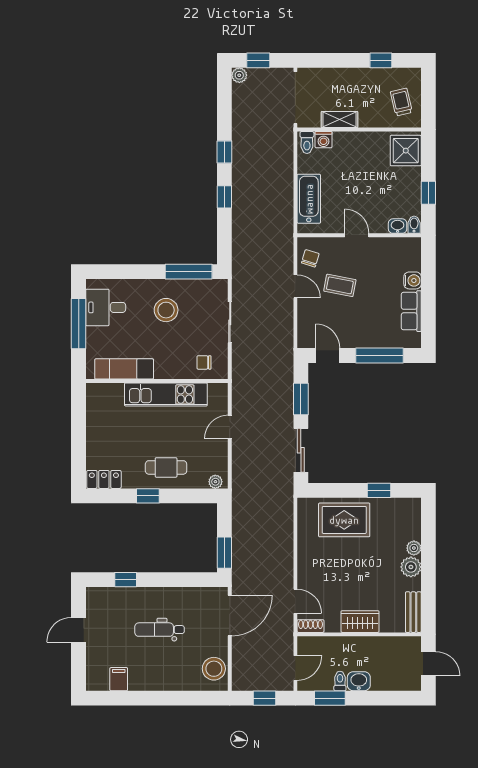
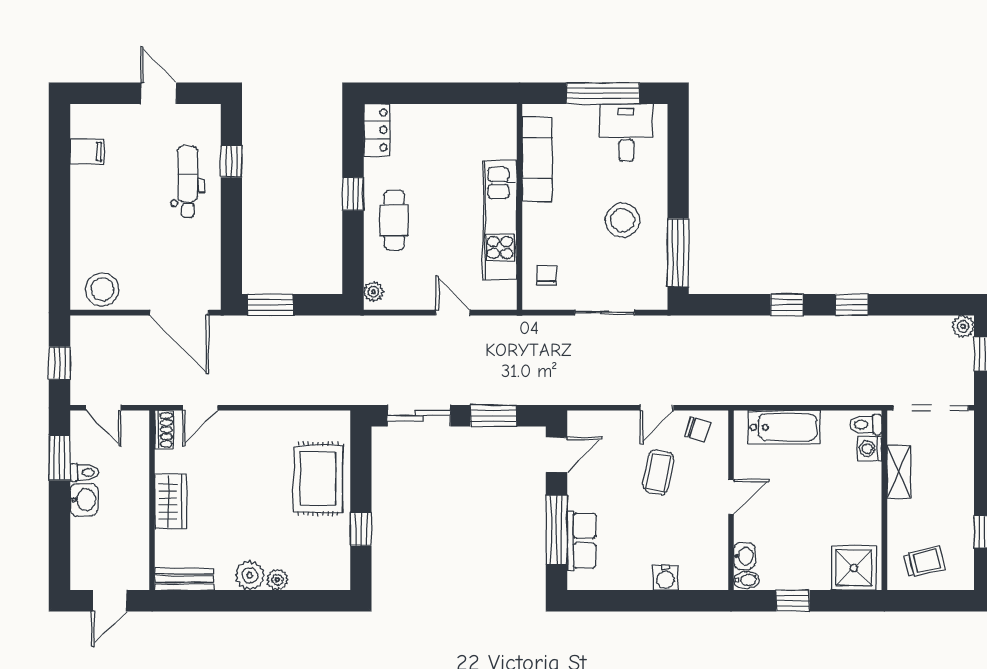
row of seats: (411, 311) -> (581, 541), moved, turned 90
dental chair: (159, 630) -> (188, 182), moved

